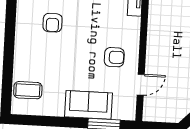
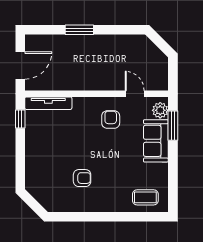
coffee table: (28, 90) -> (145, 197), turned 90
plant: (121, 111) -> (160, 110), added

